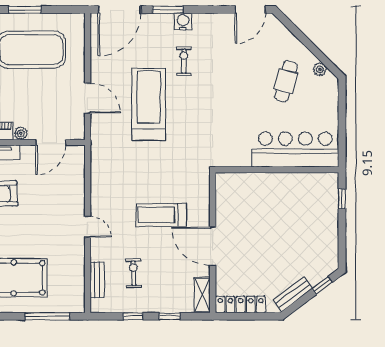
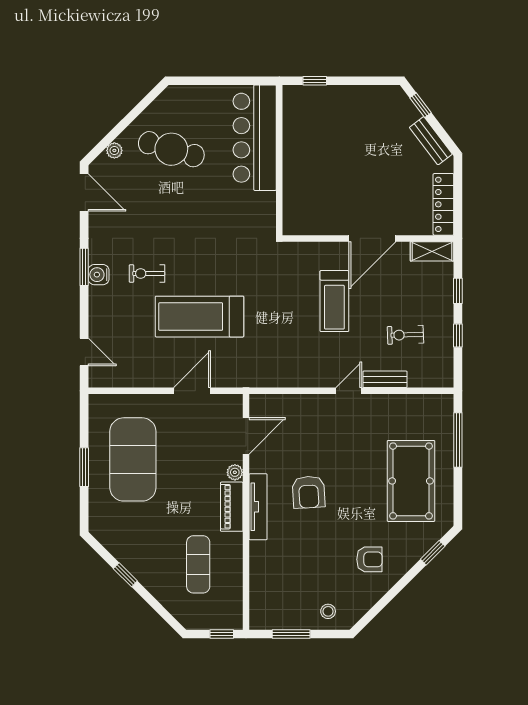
door: (119, 10) -> (84, 352), width x0.53
window: (168, 10) -> (84, 267), moved
plant: (320, 69) -> (114, 150), moved
cafe table: (286, 81) -> (171, 149), width x1.37, depth x1.35
door: (51, 142) -> (246, 436), hinge flipped
bench: (97, 280) -> (385, 379), moved

